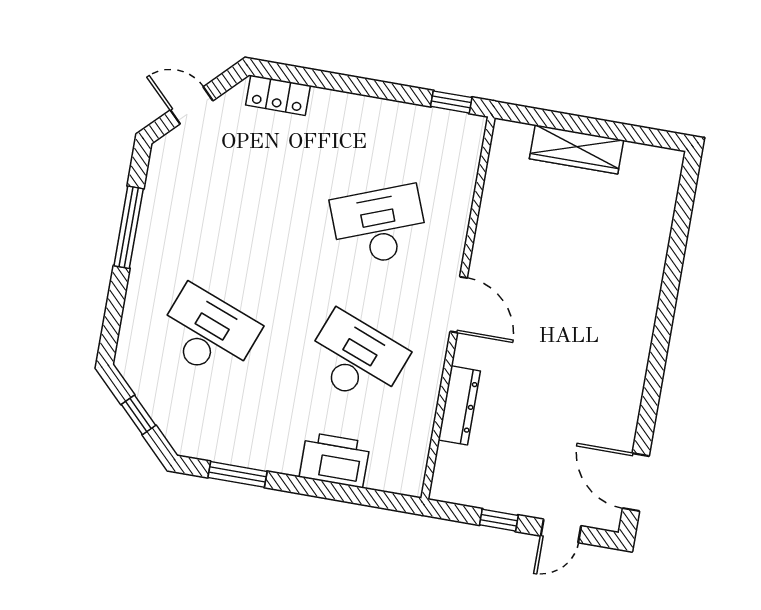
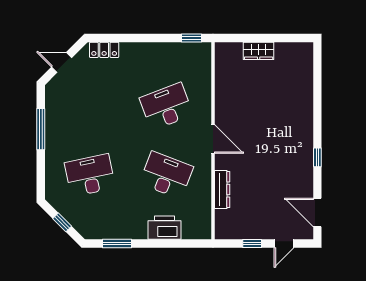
wardrobe: (577, 149) -> (259, 51), width x0.67
desk: (208, 333) -> (90, 175), turned -33
window: (654, 376) -> (317, 157), added

